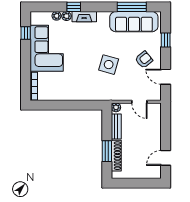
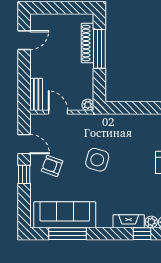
window: (166, 40) -> (24, 174), moved
armchair: (144, 60) -> (52, 166), turned 59
bench: (116, 127) -> (36, 94), moved
window: (107, 151) -> (99, 49), width x1.44

